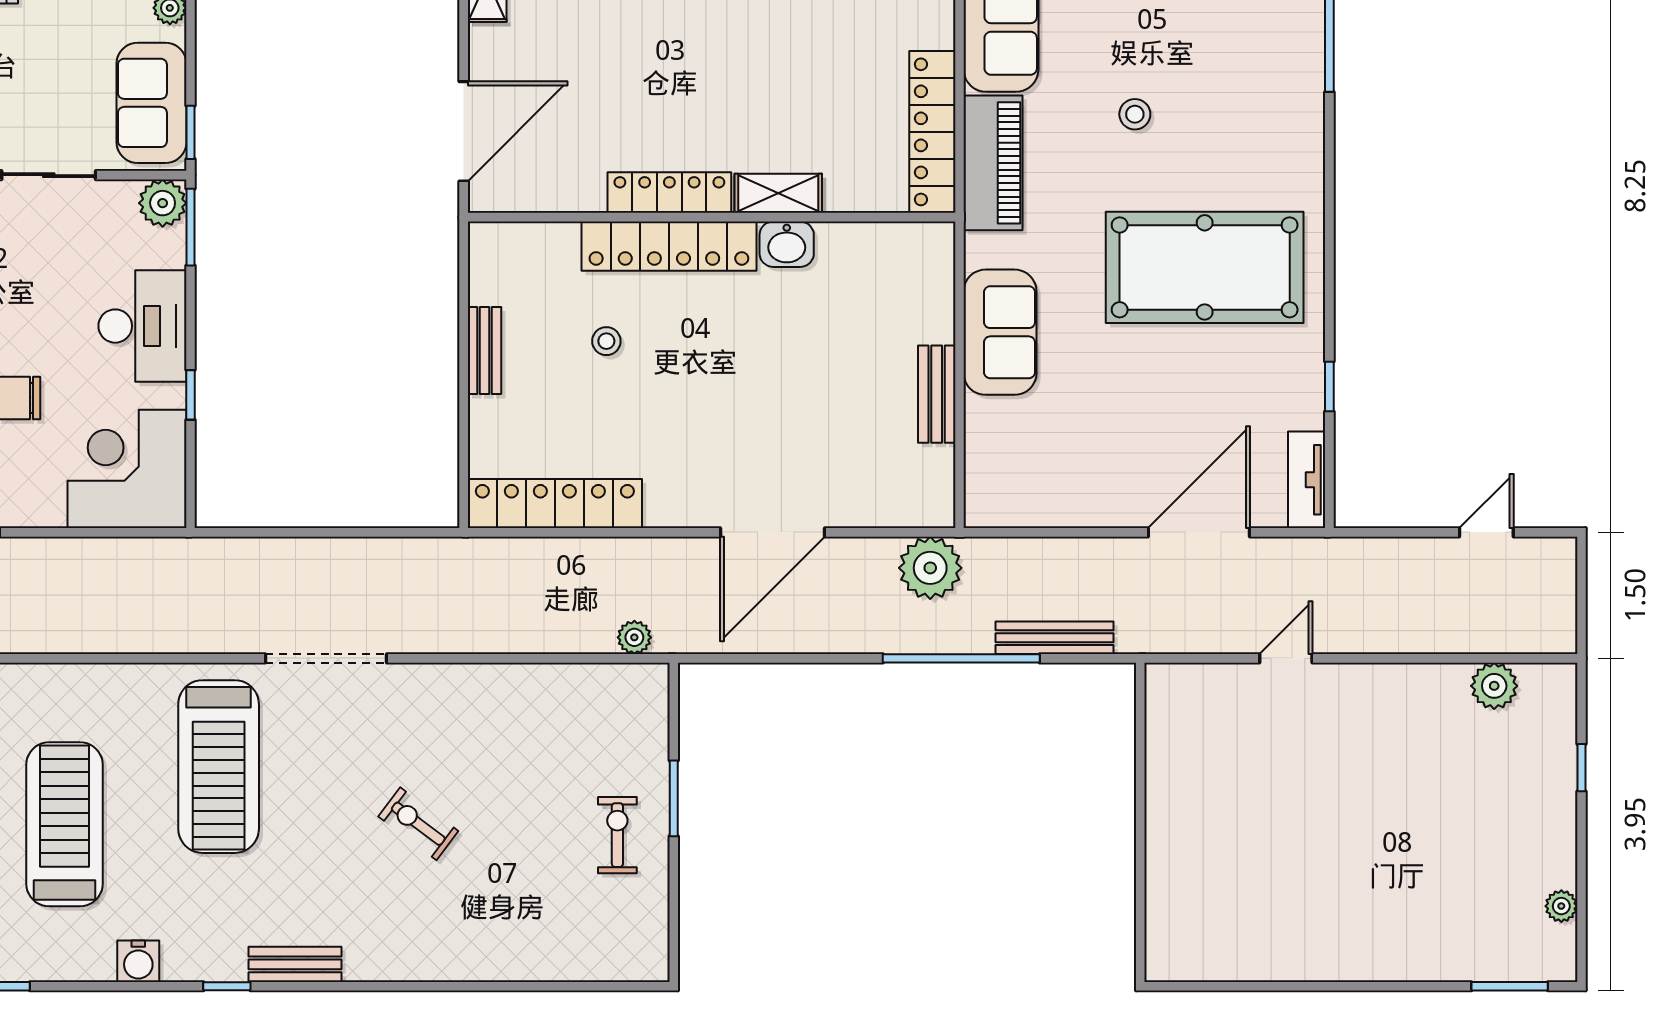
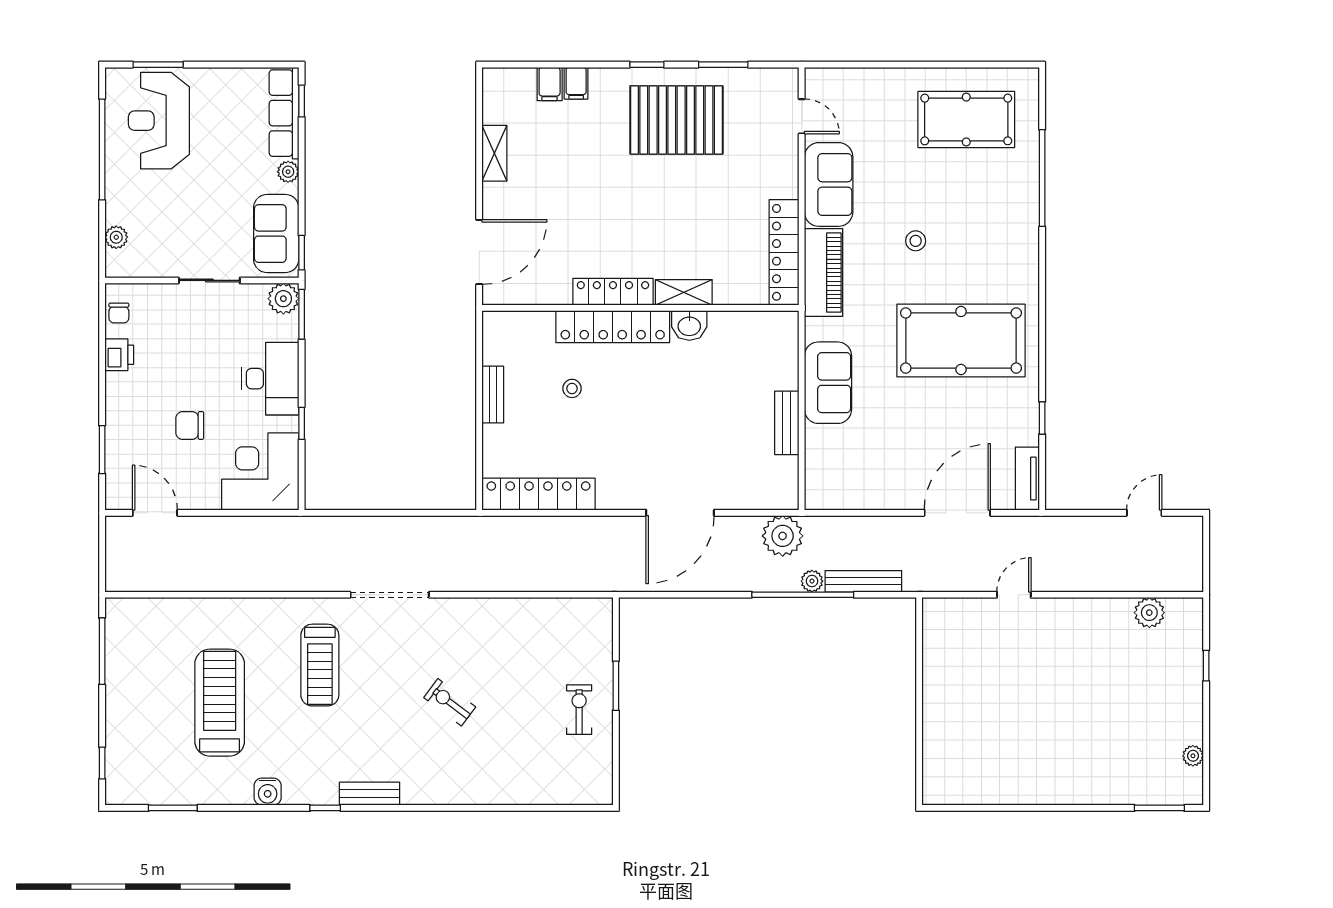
plant: (634, 637) -> (812, 581), moved
treadmill: (219, 767) -> (320, 665), width x0.73, depth x0.73

